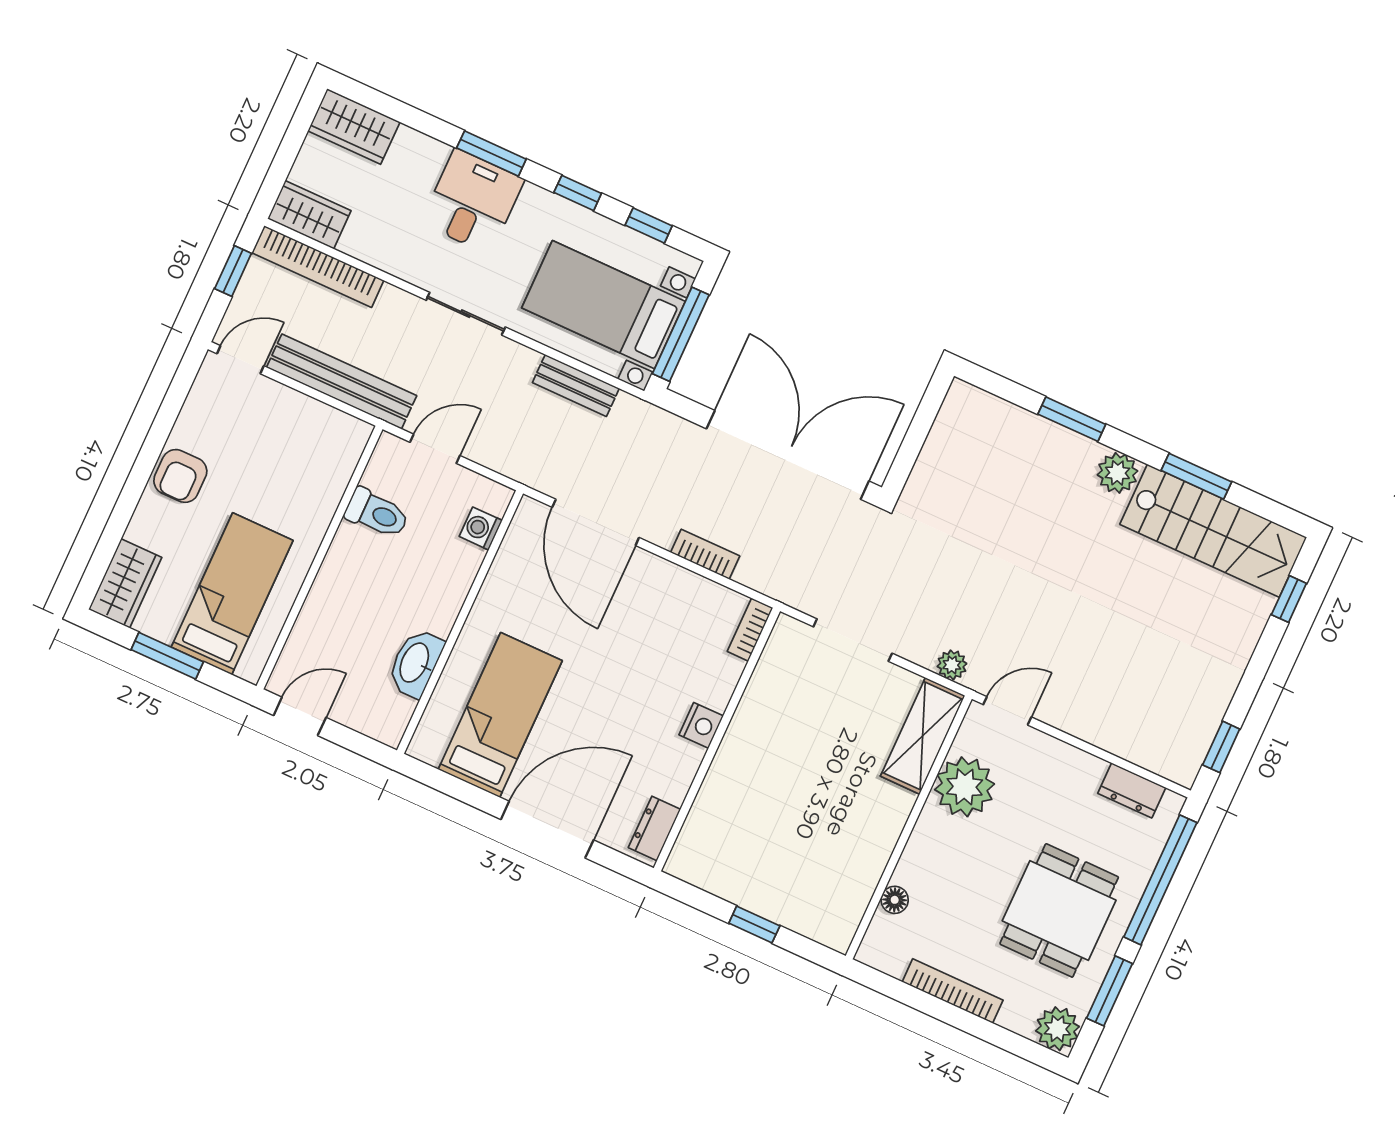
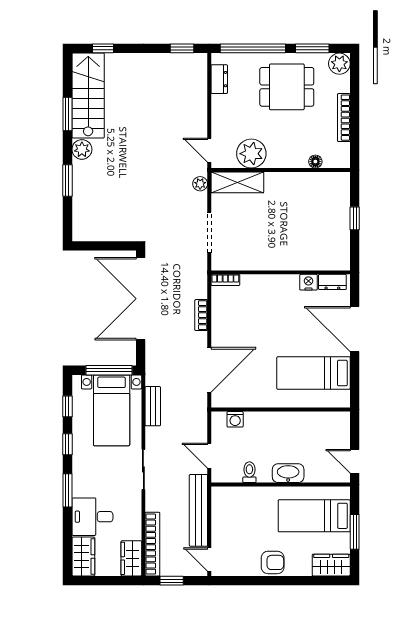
desk: (472, 201) -> (92, 517), moved
toilet: (377, 513) -> (249, 472), width x0.73, depth x0.72
washbasin: (415, 663) -> (288, 473), moved, turned 180
nightstand: (701, 725) -> (309, 282), moved

